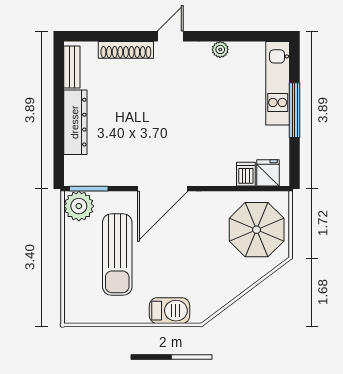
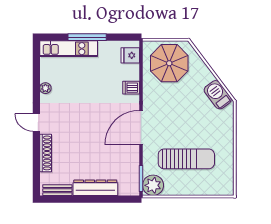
dishwasher: (246, 174) -> (131, 88), moved
door: (163, 189) -> (141, 128), swing flipped
barbecue: (170, 311) -> (218, 95), moved, turned -37

